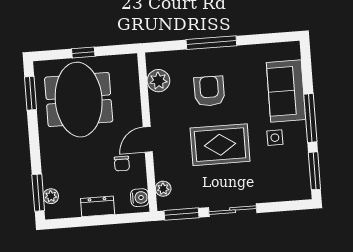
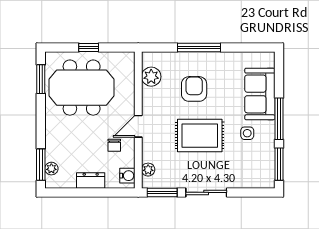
meeting table: (79, 100) -> (82, 88), turned 90

